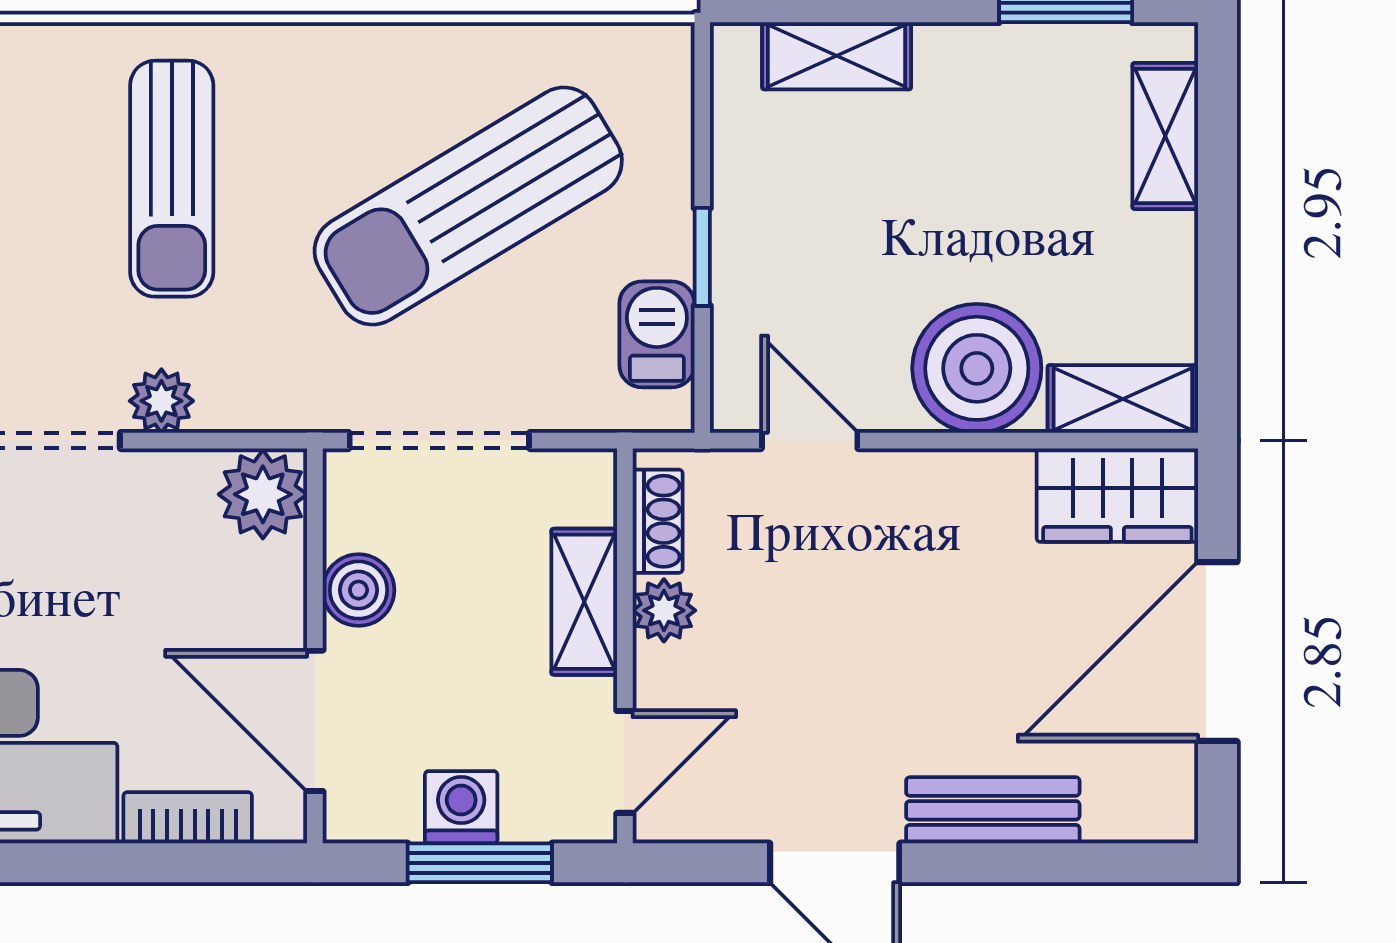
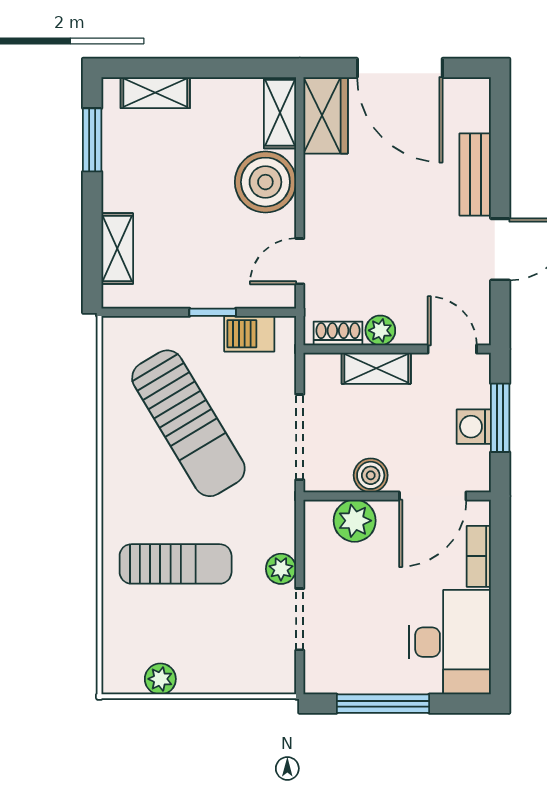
plant: (263, 494) -> (355, 521), moved

